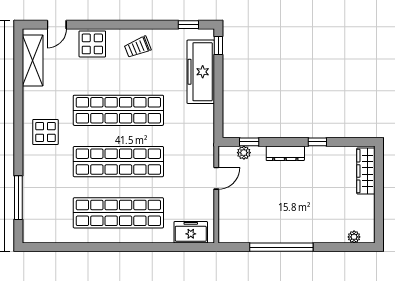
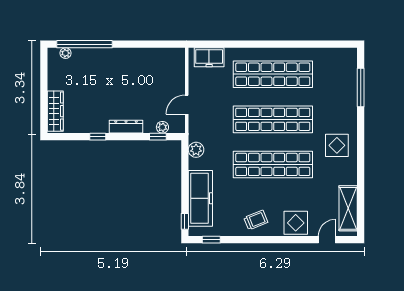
plant: (206, 127) -> (196, 150), added
window: (281, 247) -> (84, 44), moved

